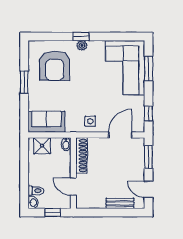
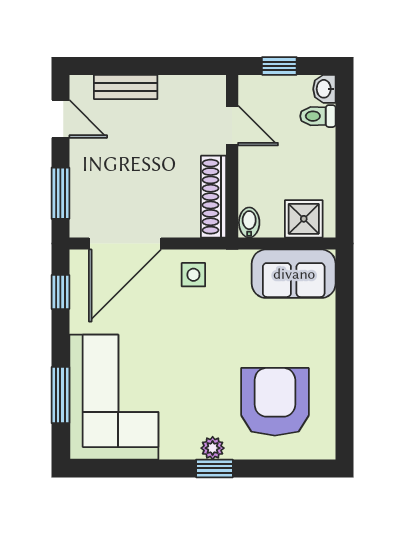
window: (24, 82) -> (345, 364), removed
door: (120, 135) -> (125, 244), width x1.36

